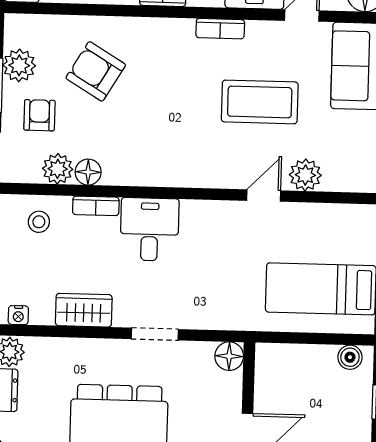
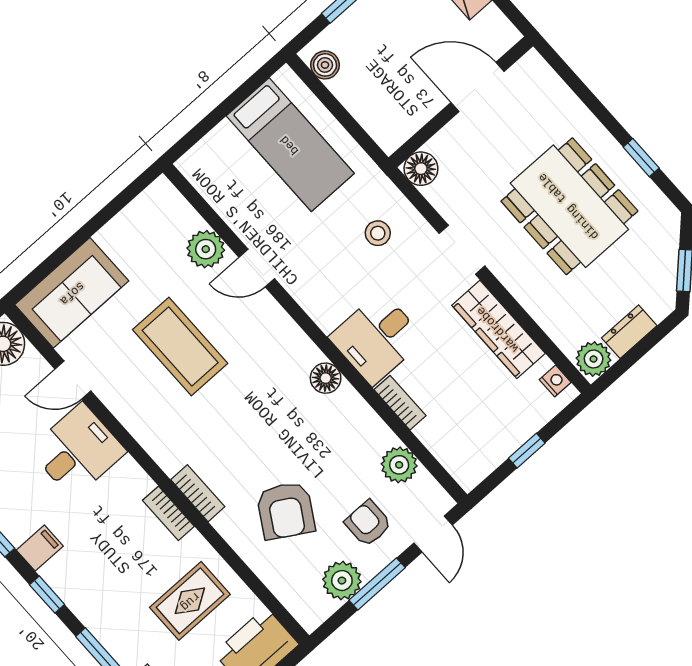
bookcase: (220, 29) -> (198, 493), moved
armchair: (39, 115) -> (368, 523), turned 90
floor lamp: (88, 172) -> (326, 378), moved
stool: (39, 222) -> (378, 233), moved
wardrobe: (84, 310) -> (498, 329), width x1.50

